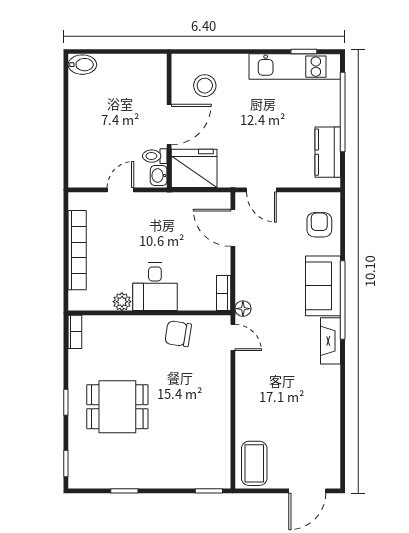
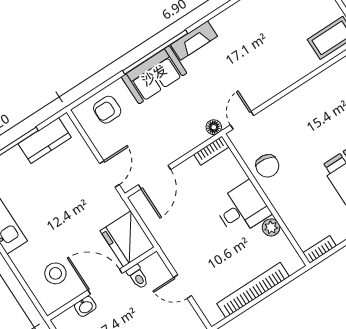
washbasin: (159, 175) -> (85, 306), moved

